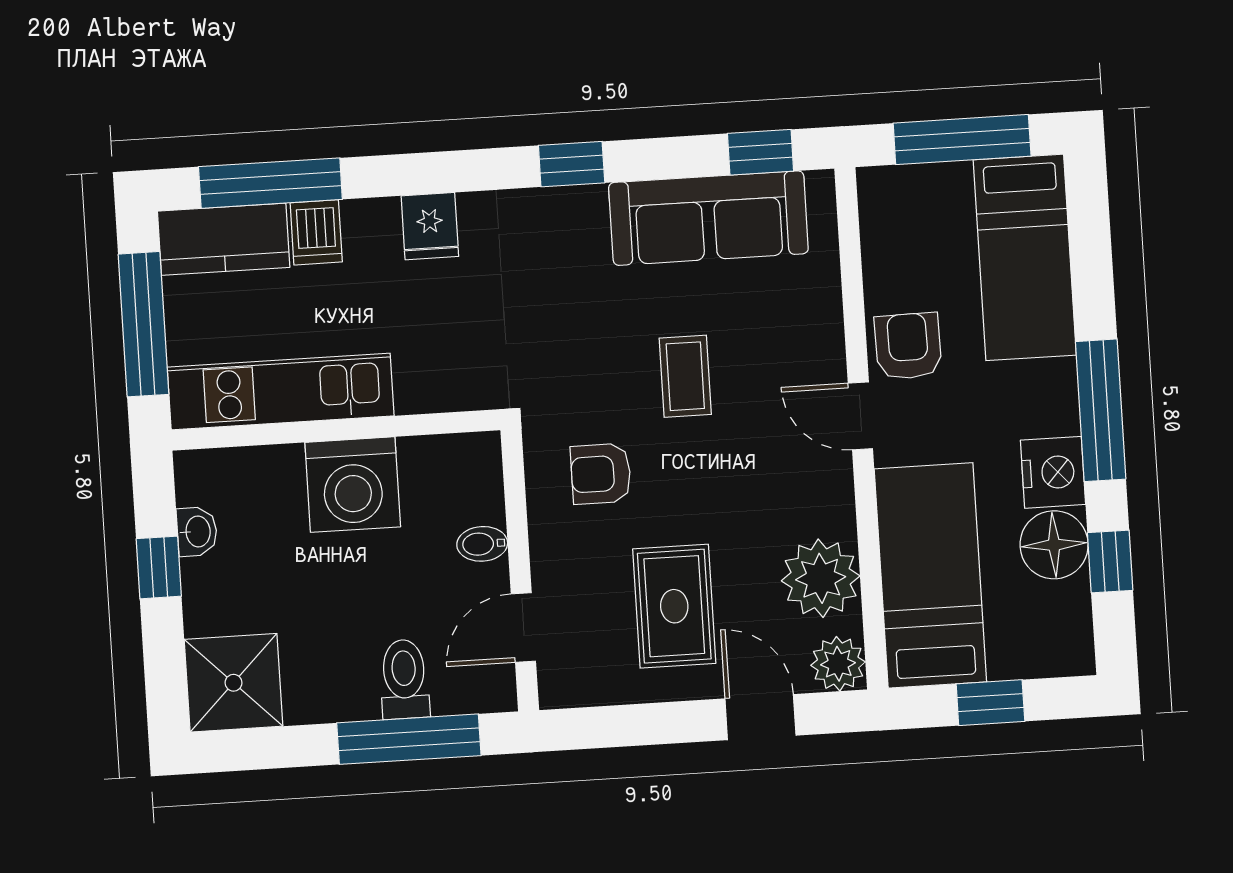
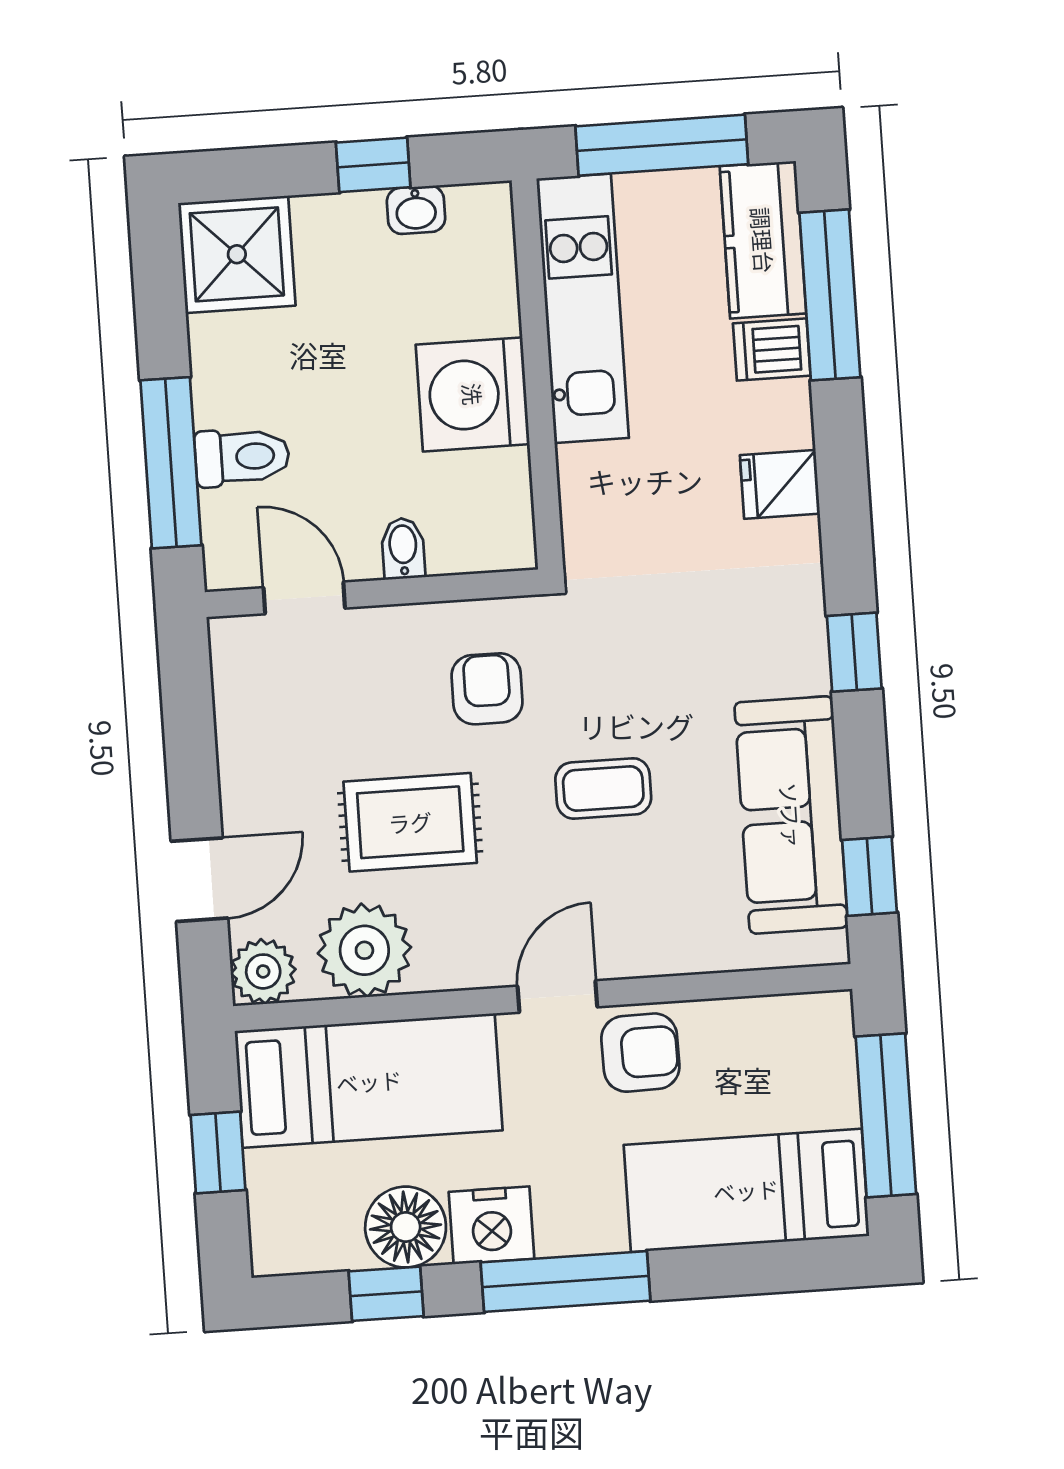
rug: (674, 606) -> (410, 822), moved

